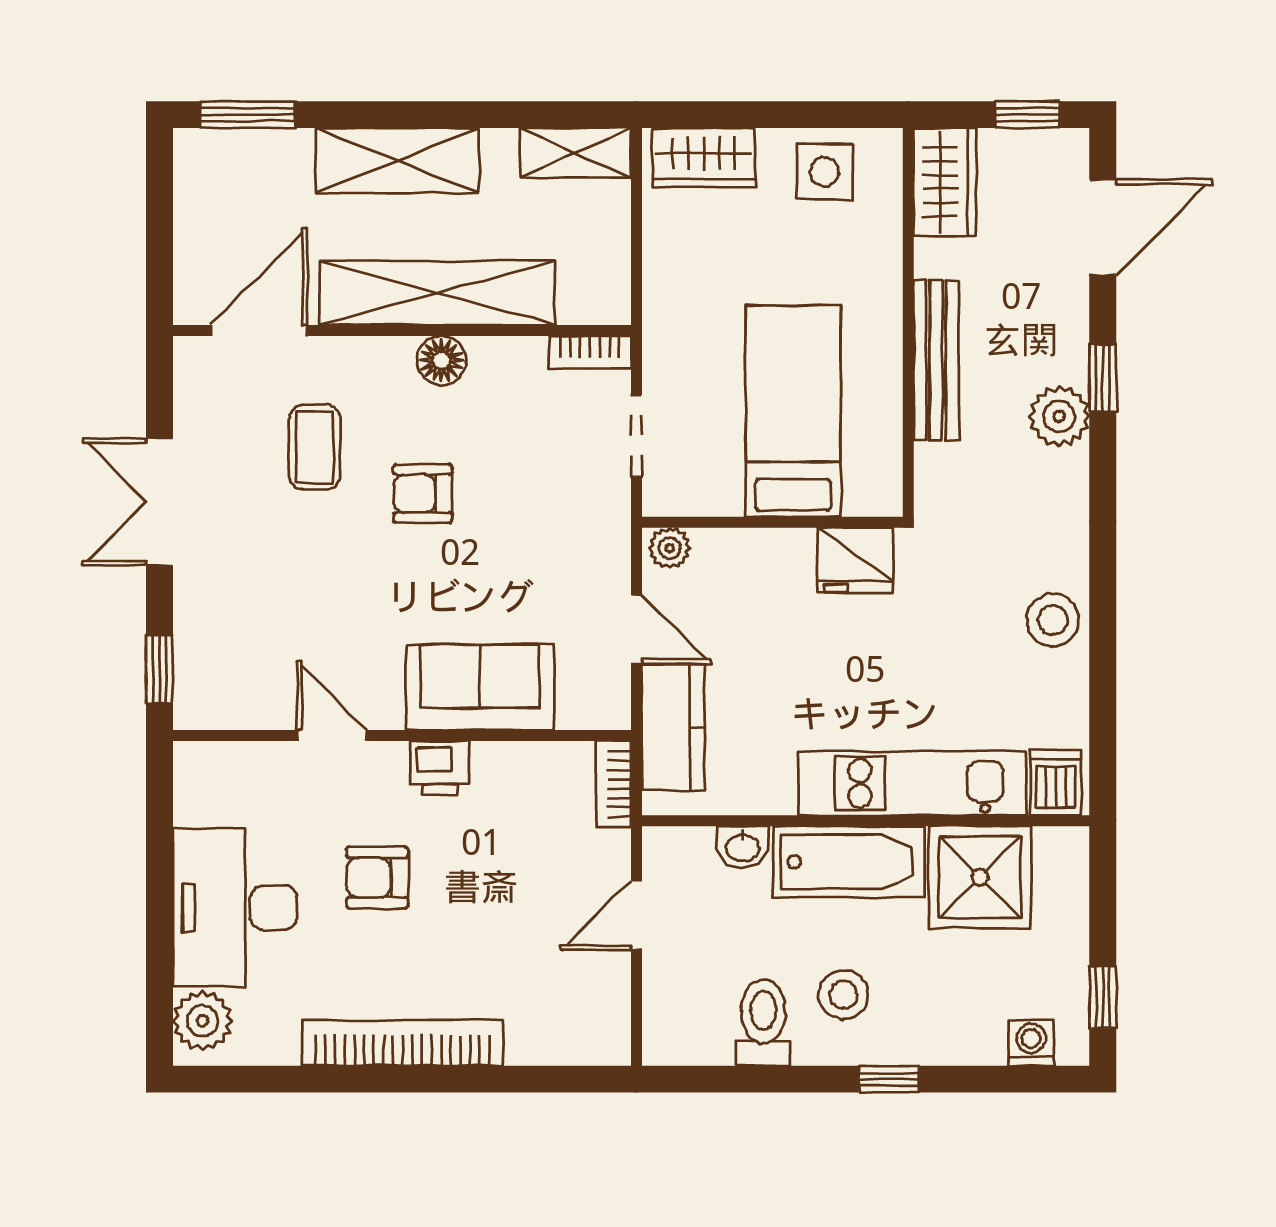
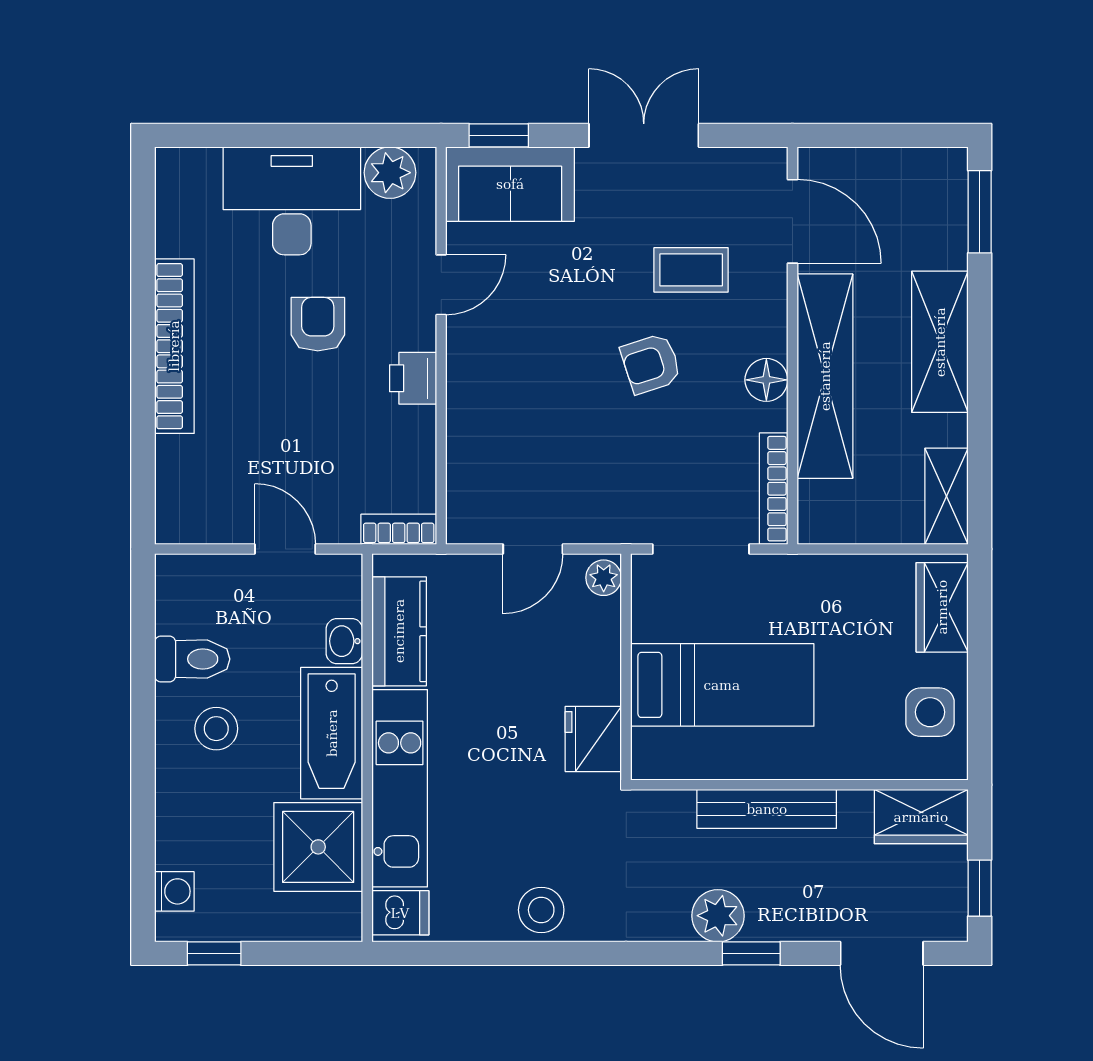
bookcase: (590, 352) -> (774, 489), width x1.56
doorway: (636, 436) -> (701, 549), width x1.38
armchair: (423, 494) -> (651, 364), turned -108
sofa: (480, 687) -> (510, 184), moved, turned 90
kitchen counter: (673, 728) -> (399, 631), moved, turned -90
plant: (203, 1021) -> (390, 173), moved
window: (889, 1079) -> (143, 768), removed

